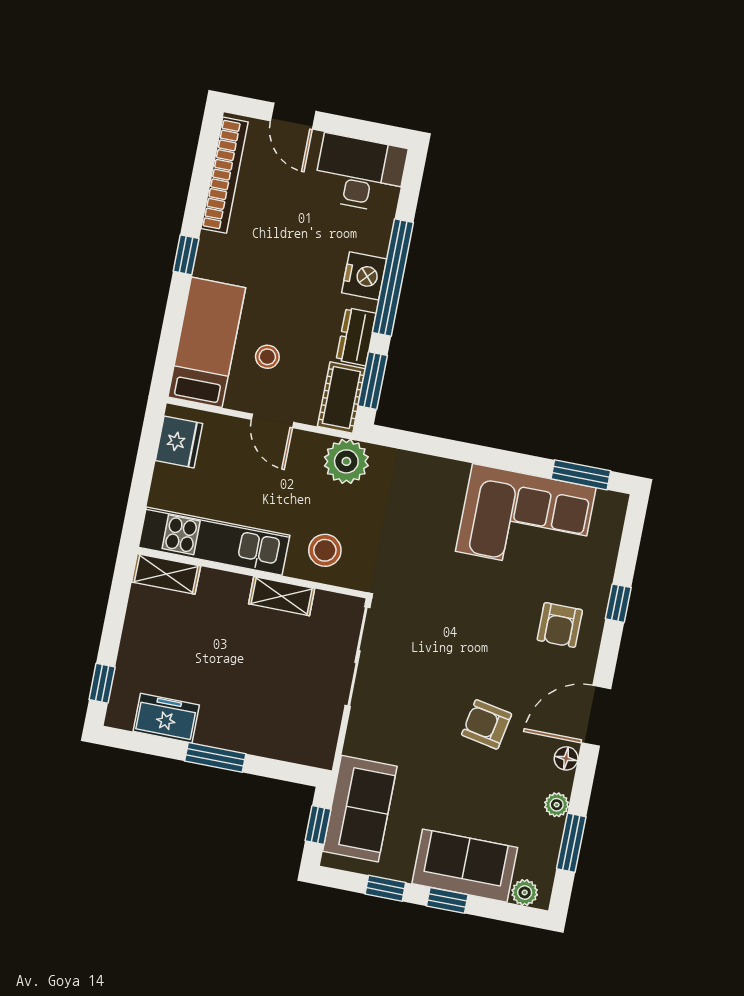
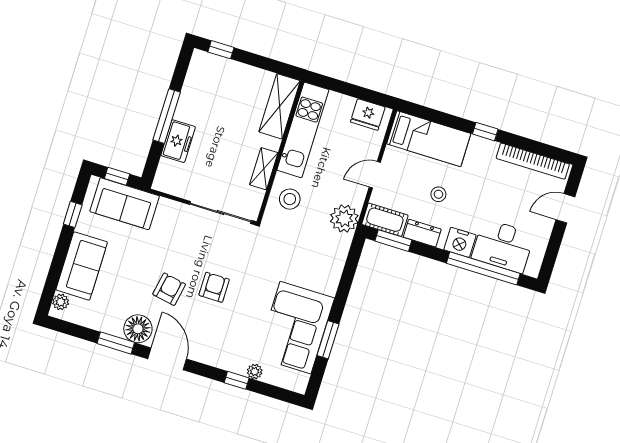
desk: (360, 173) -> (503, 246), moved, turned 90
window: (393, 277) -> (483, 268), moved
stool: (267, 357) -> (438, 194), moved
window: (581, 475) -> (328, 340), moved
shelving: (166, 574) -> (279, 106), width x1.50, depth x1.33
armchair: (560, 625) -> (214, 287), moved, turned 90
freezer: (166, 718) -> (178, 141), moved
window: (215, 757) -> (167, 116), width x1.44
floor lamp: (566, 758) -> (138, 329), width x1.89, depth x1.89
plant: (557, 805) -> (255, 372), moved
window: (571, 843) -> (116, 343), moved
window: (447, 900) -> (61, 253), removed

